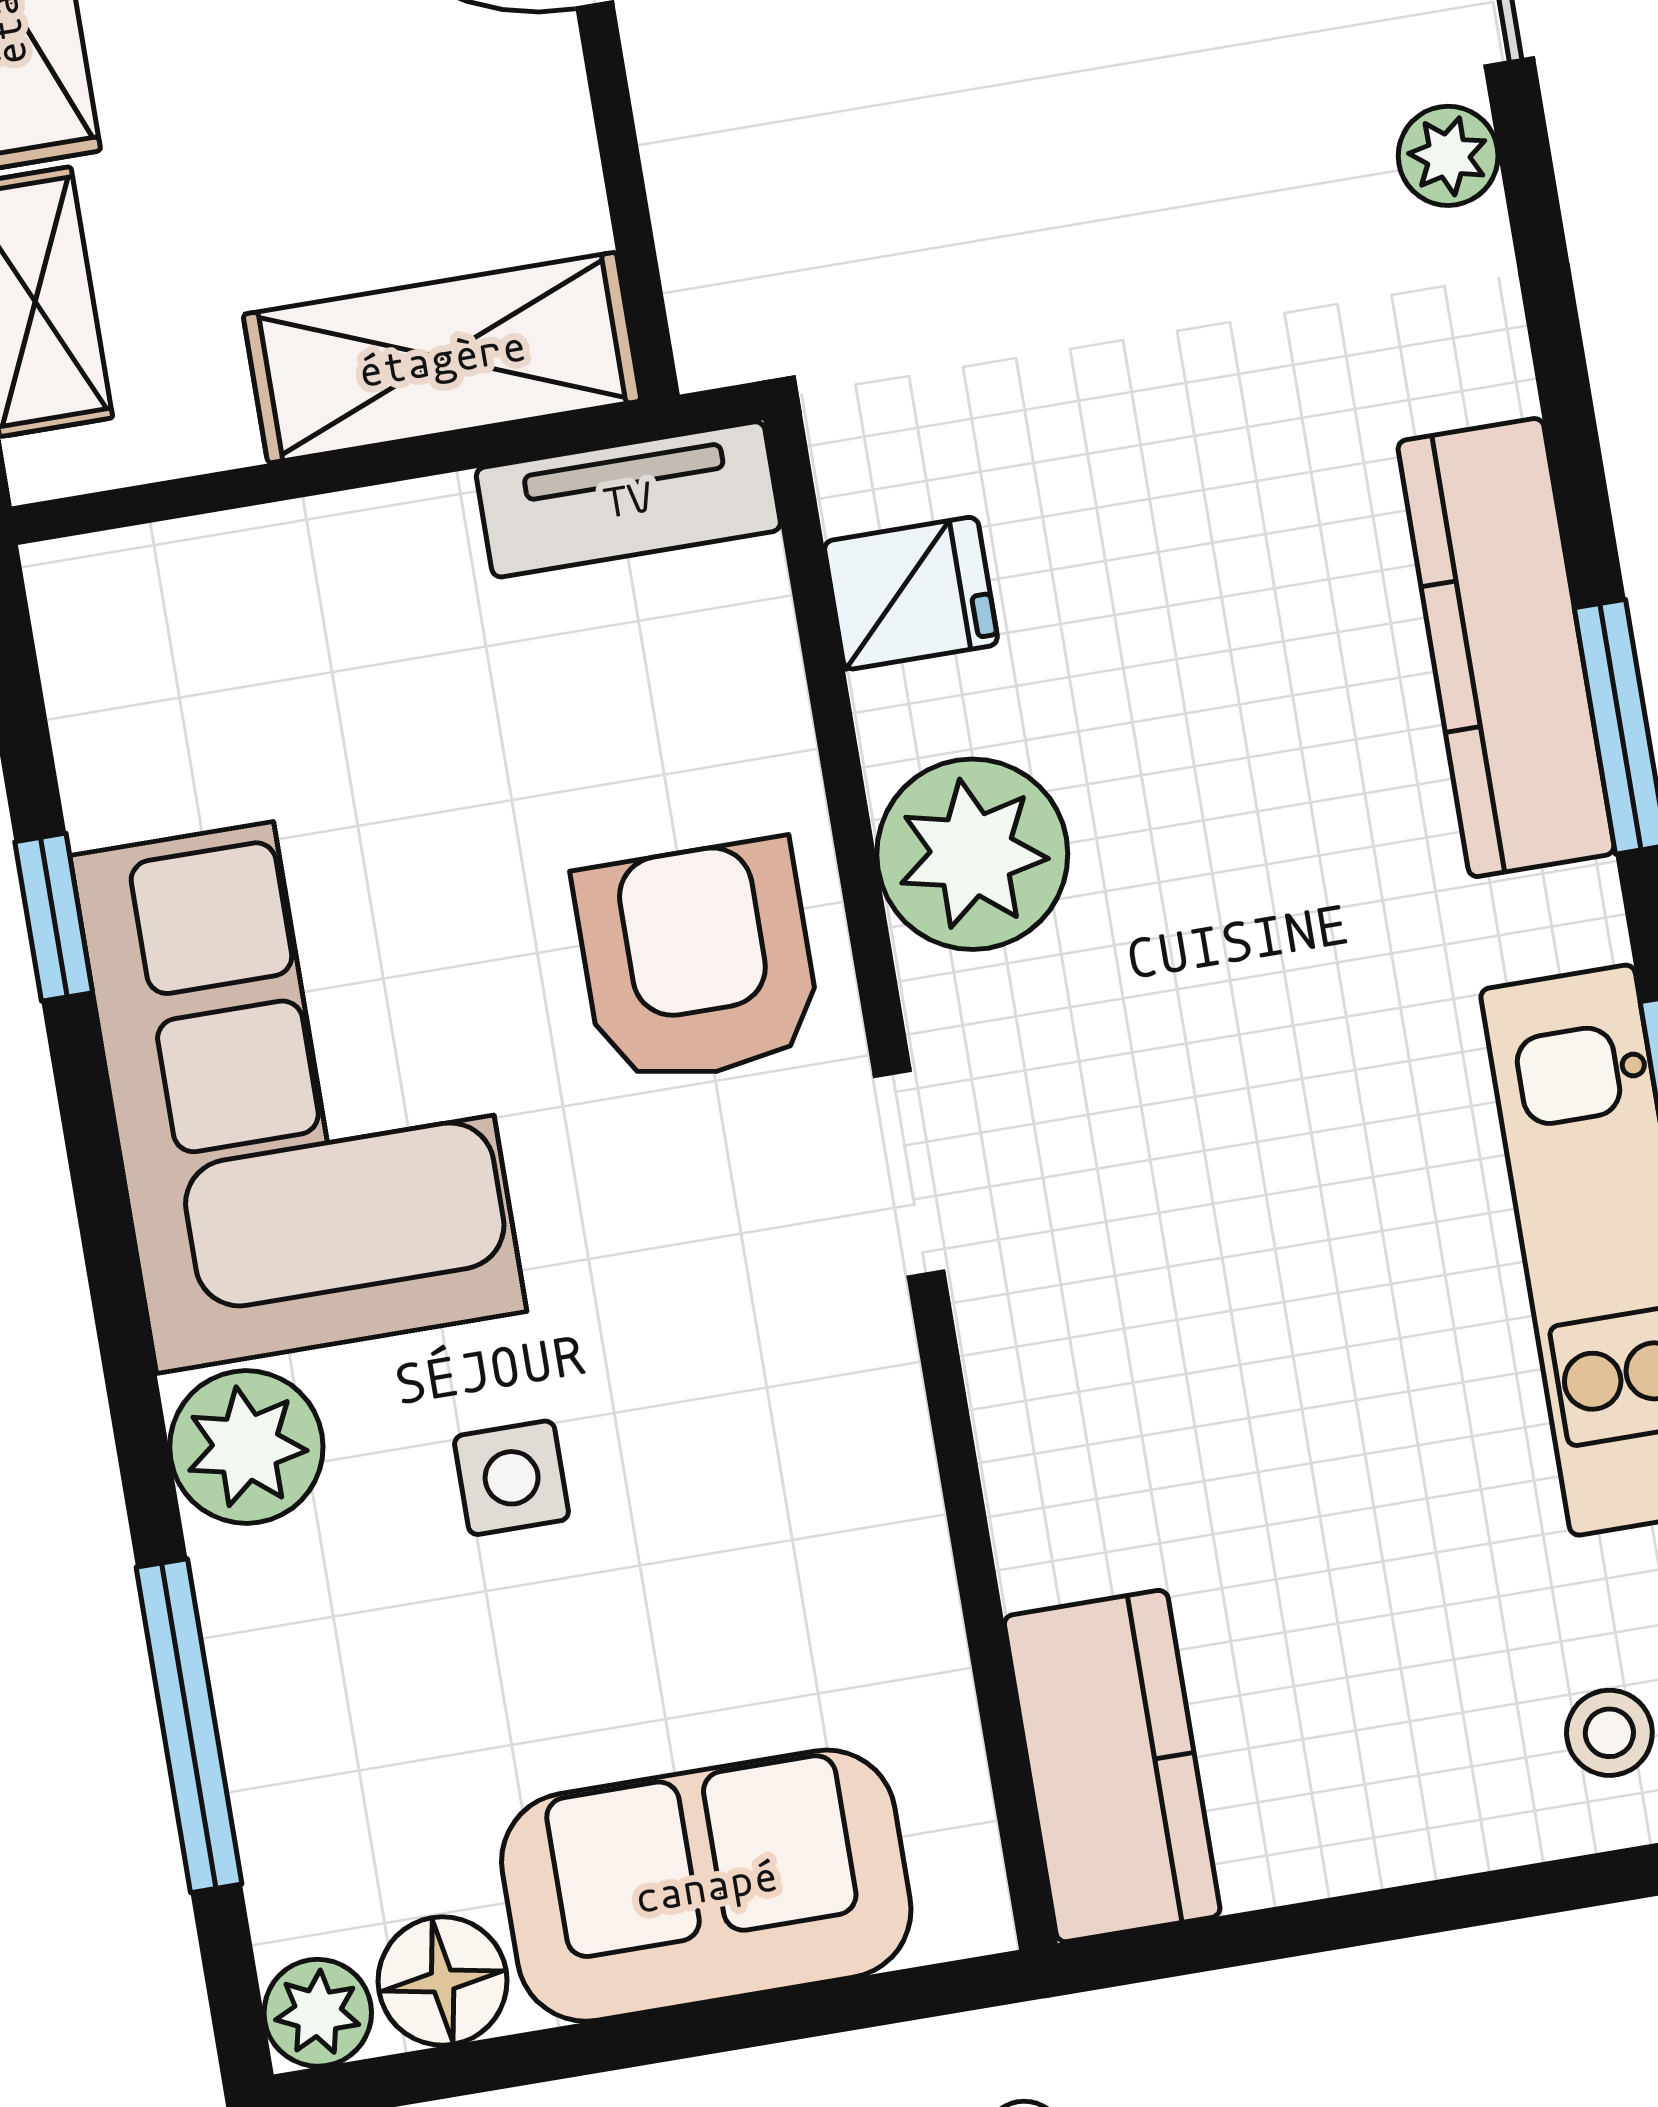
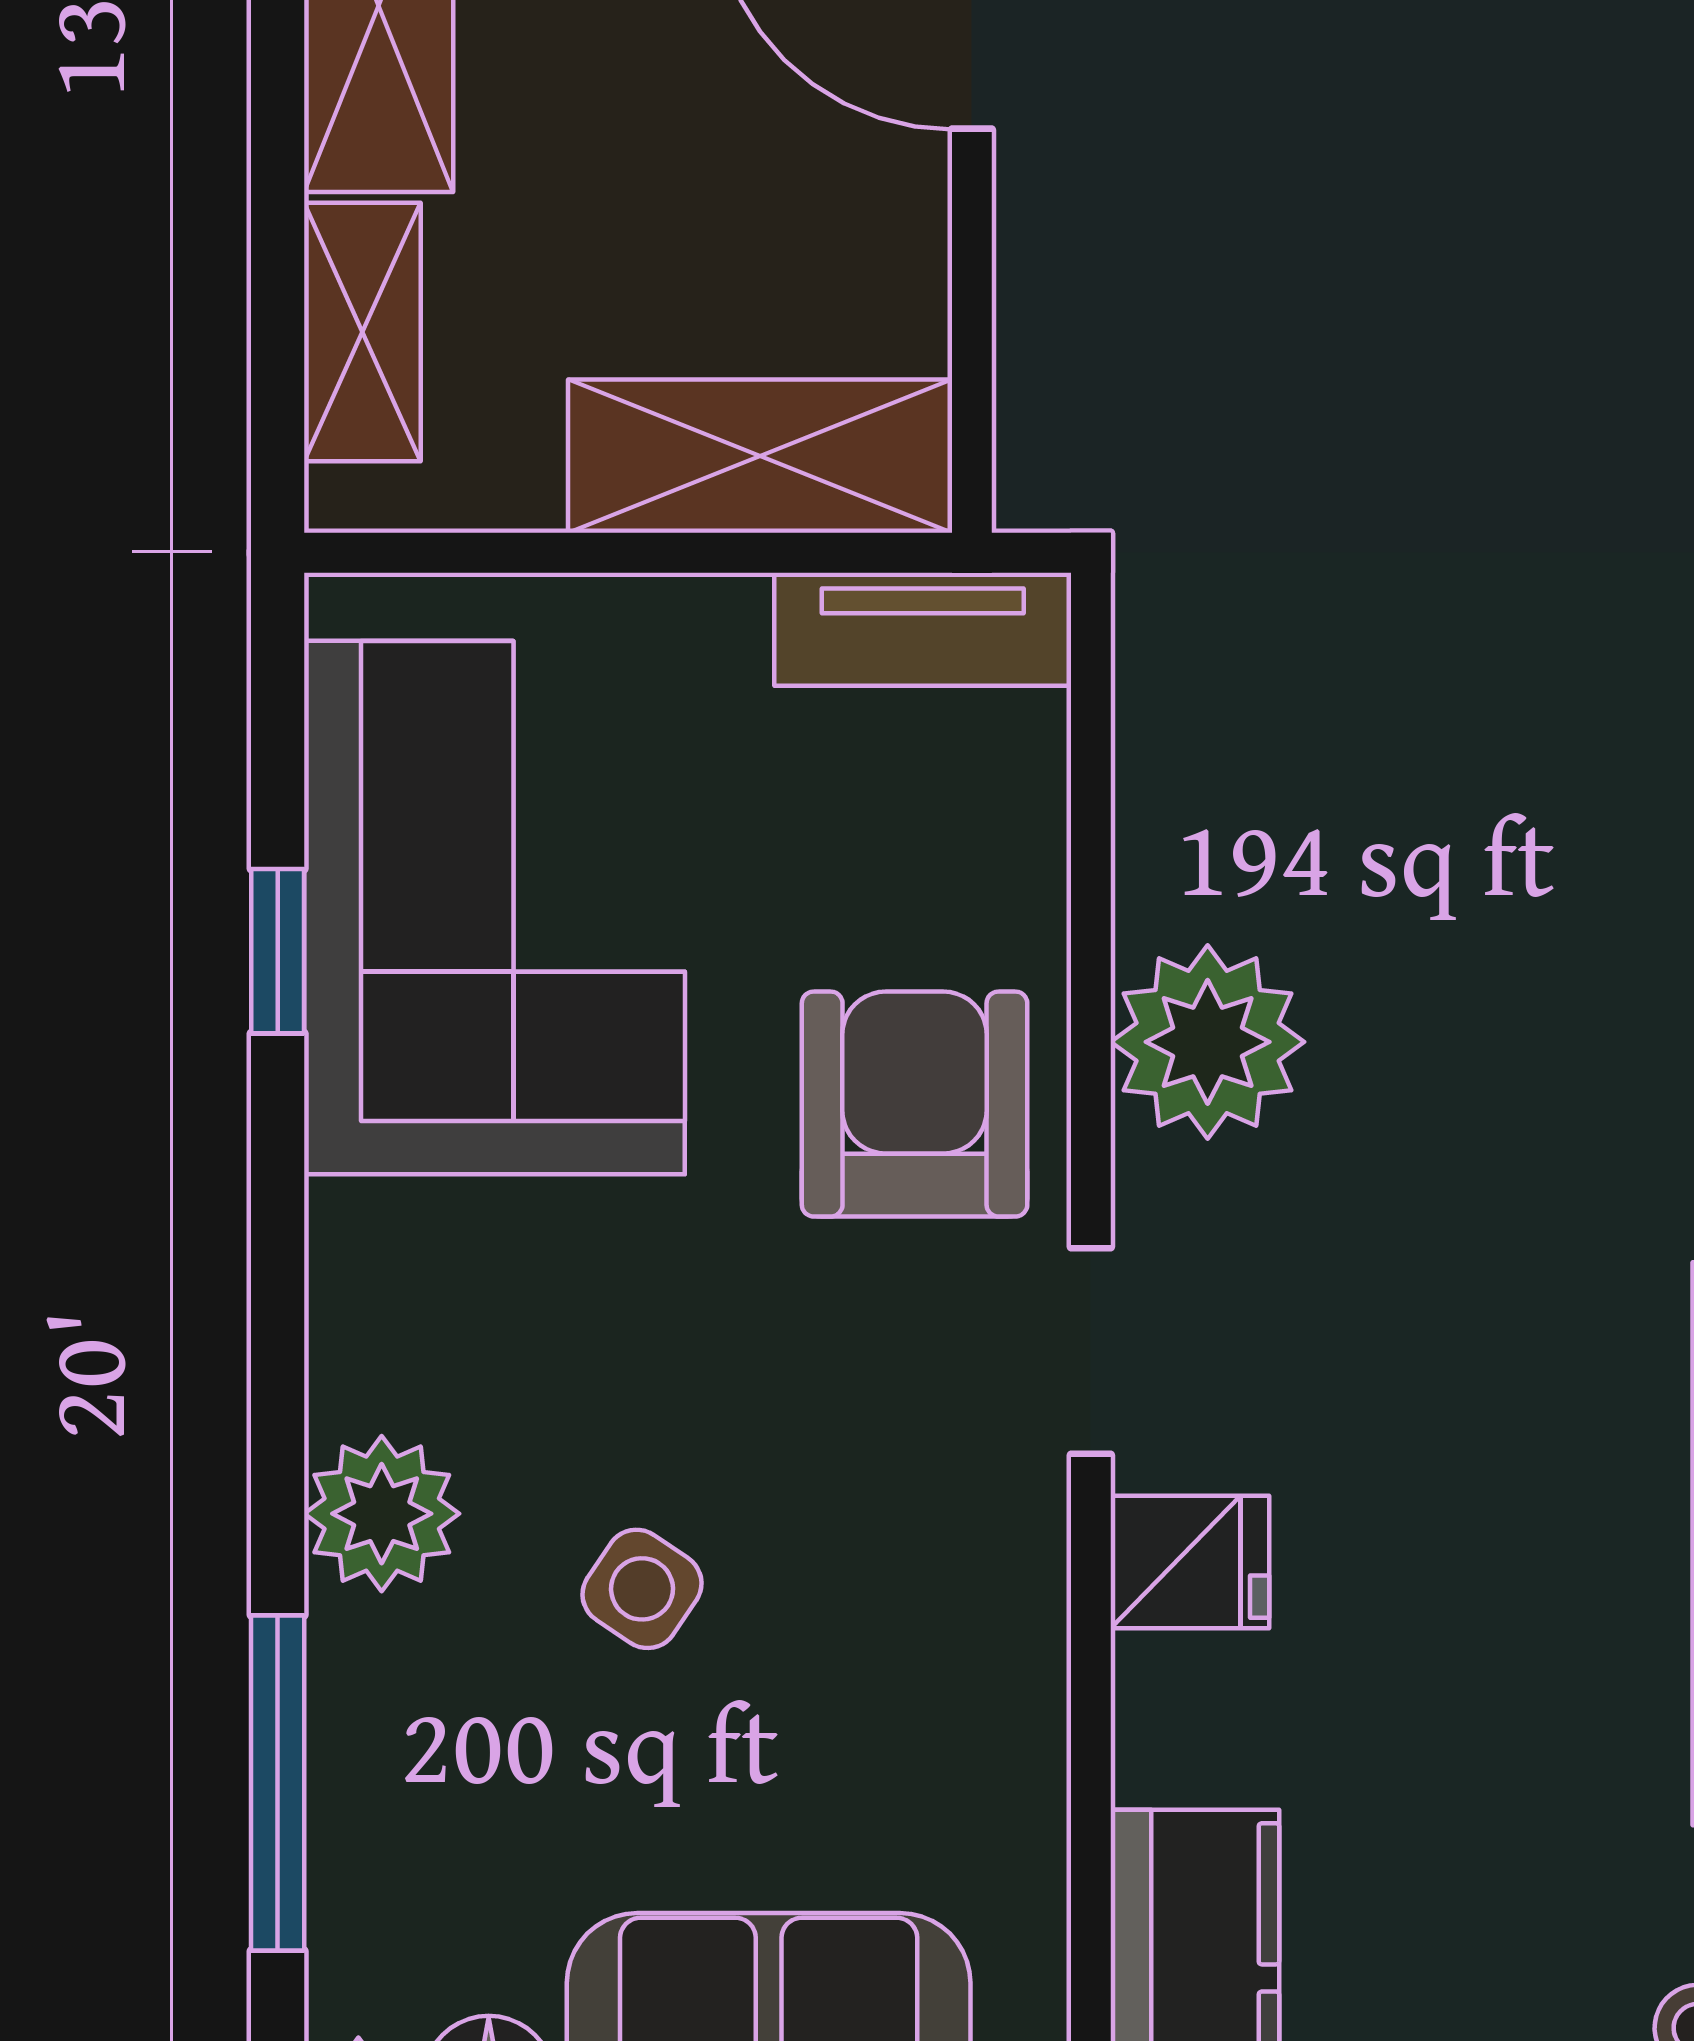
fridge: (911, 593) -> (1190, 1562), moved
corner sofa: (298, 1084) -> (494, 908), moved
side table: (512, 1478) -> (642, 1589), turned 34

